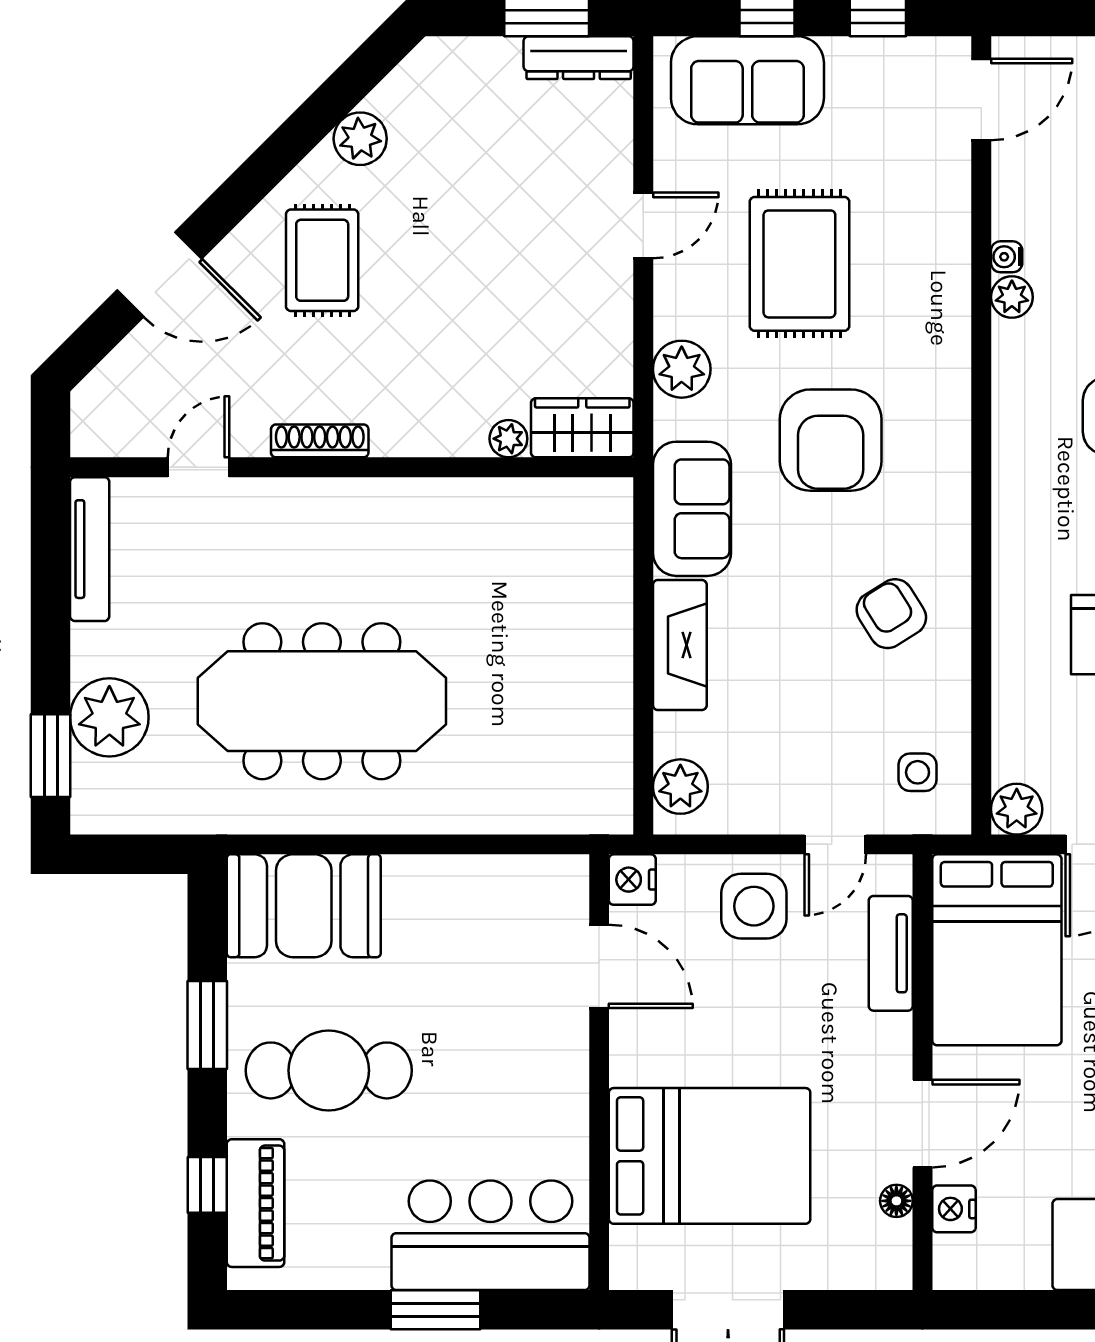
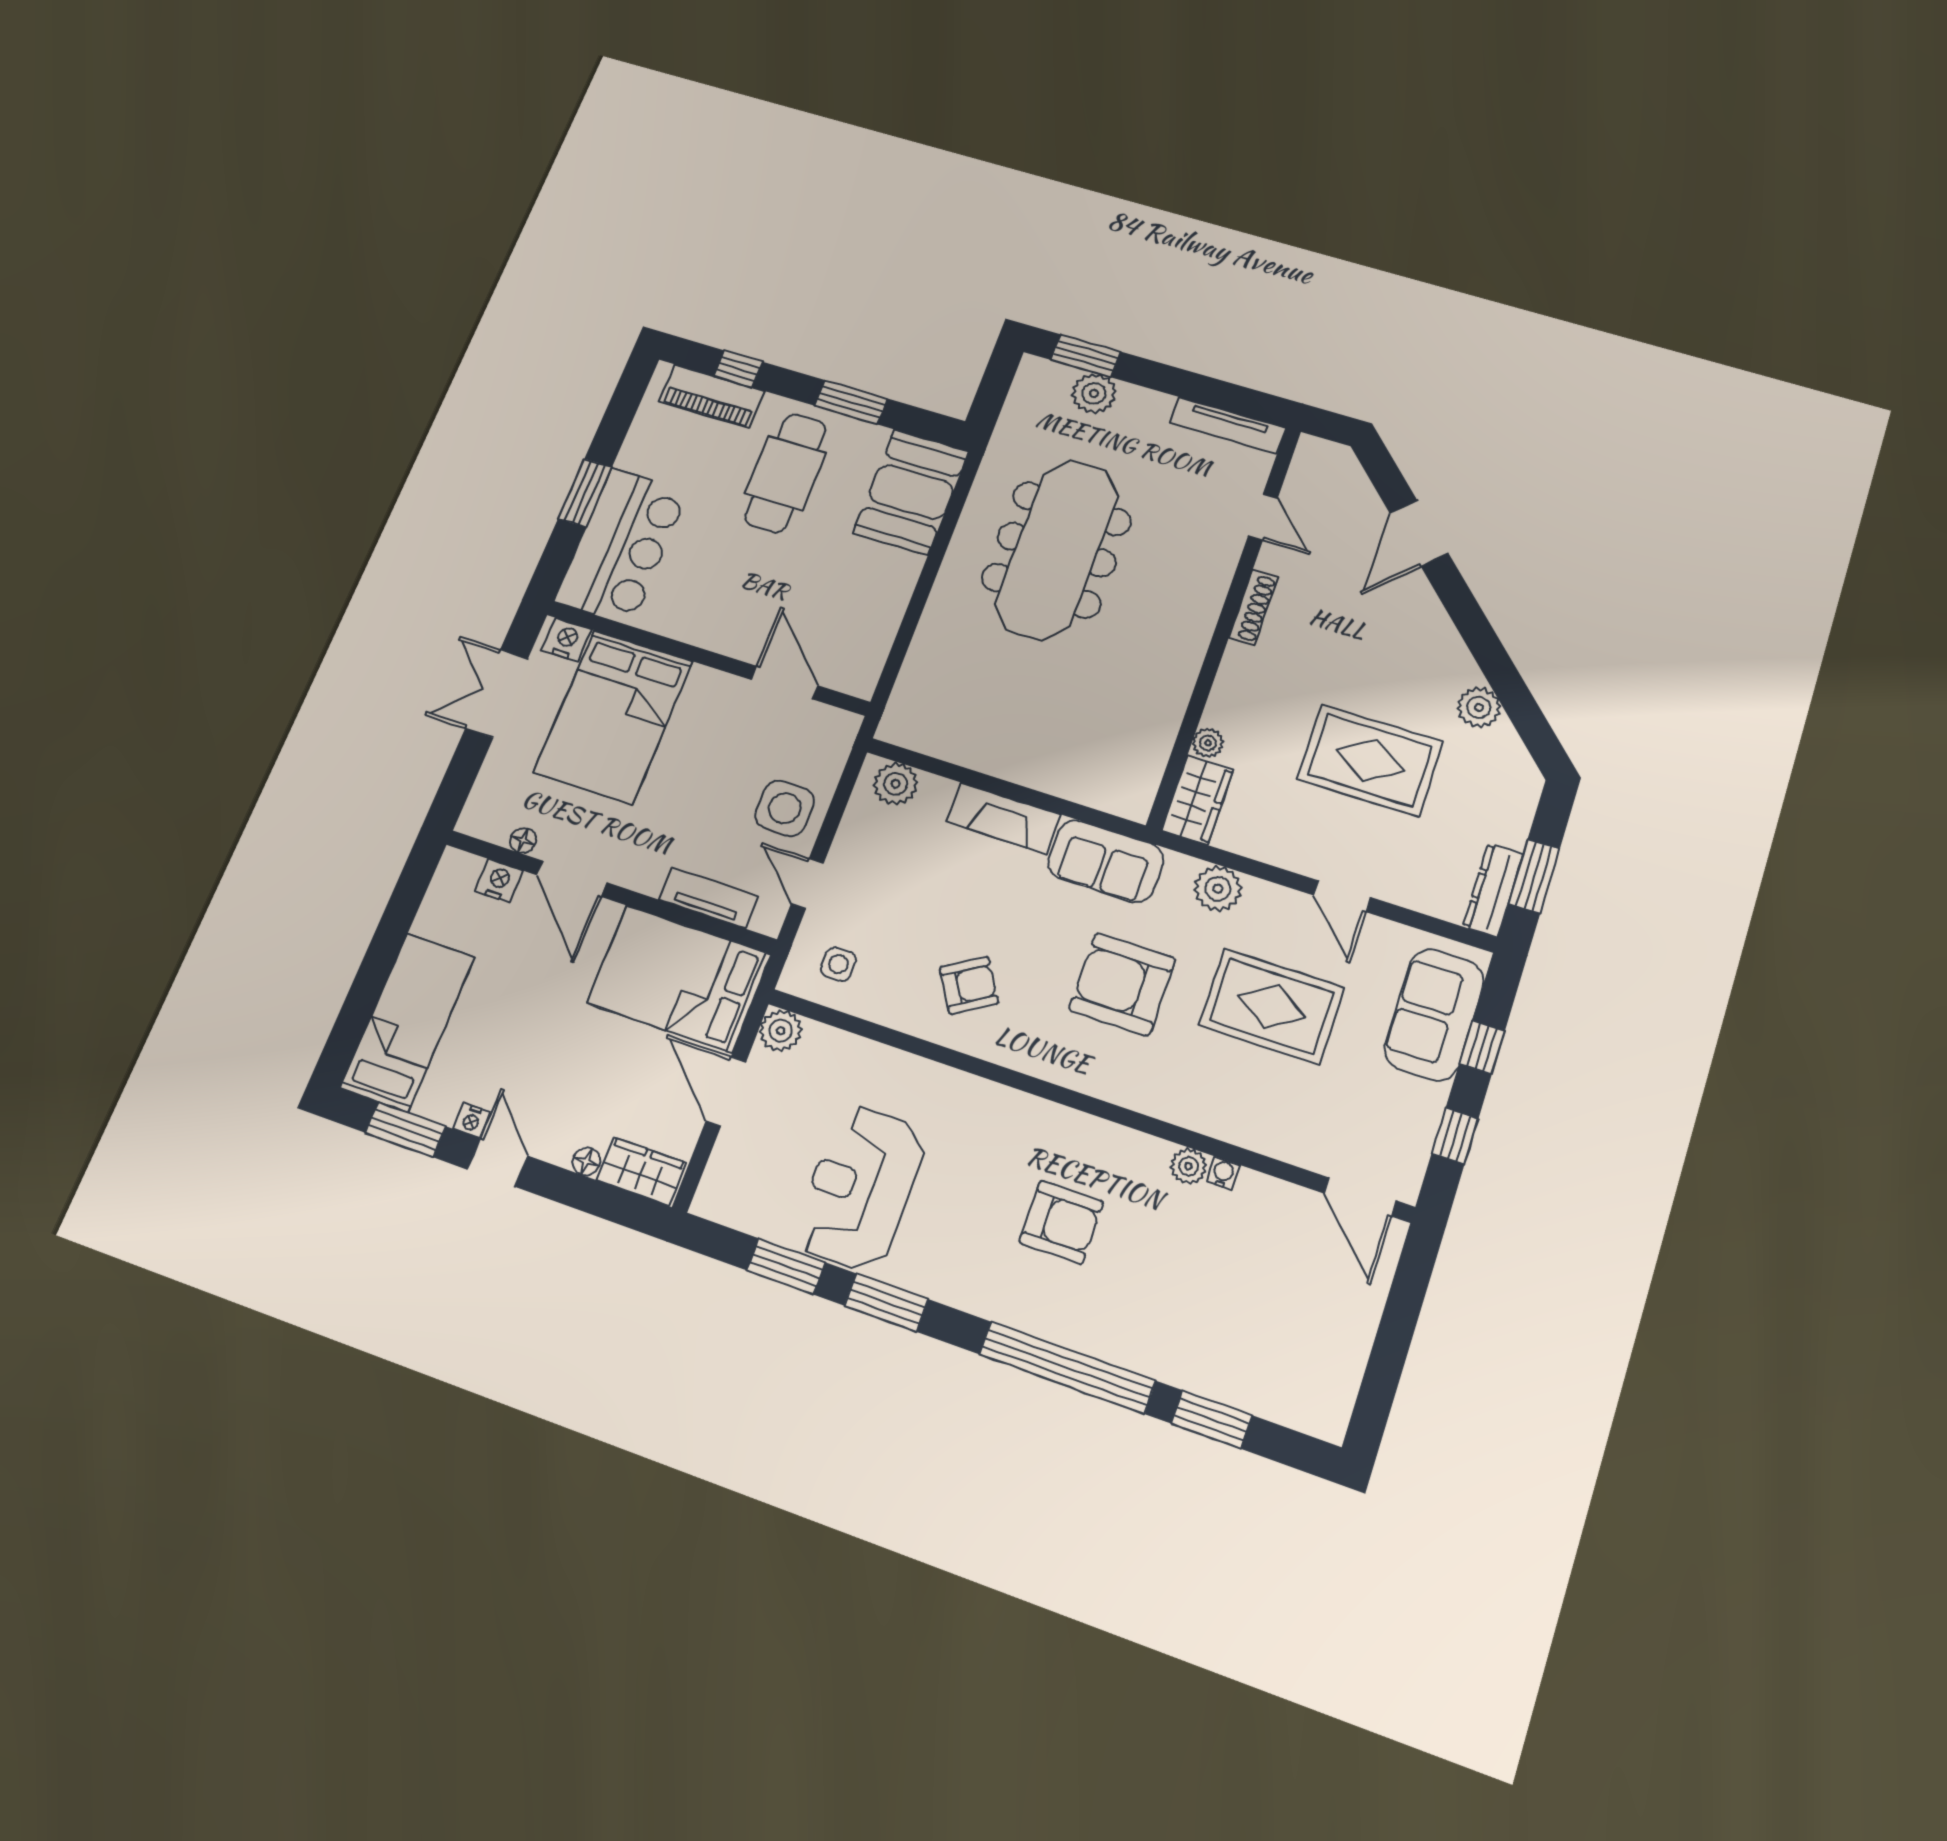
rug: (322, 260) -> (1370, 760), moved, width x1.36, depth x1.43
plant: (109, 717) -> (1094, 393), width x0.73, depth x0.73
nightstand: (632, 880) -> (567, 640), moved
door: (599, 966) -> (785, 683), swing flipped

